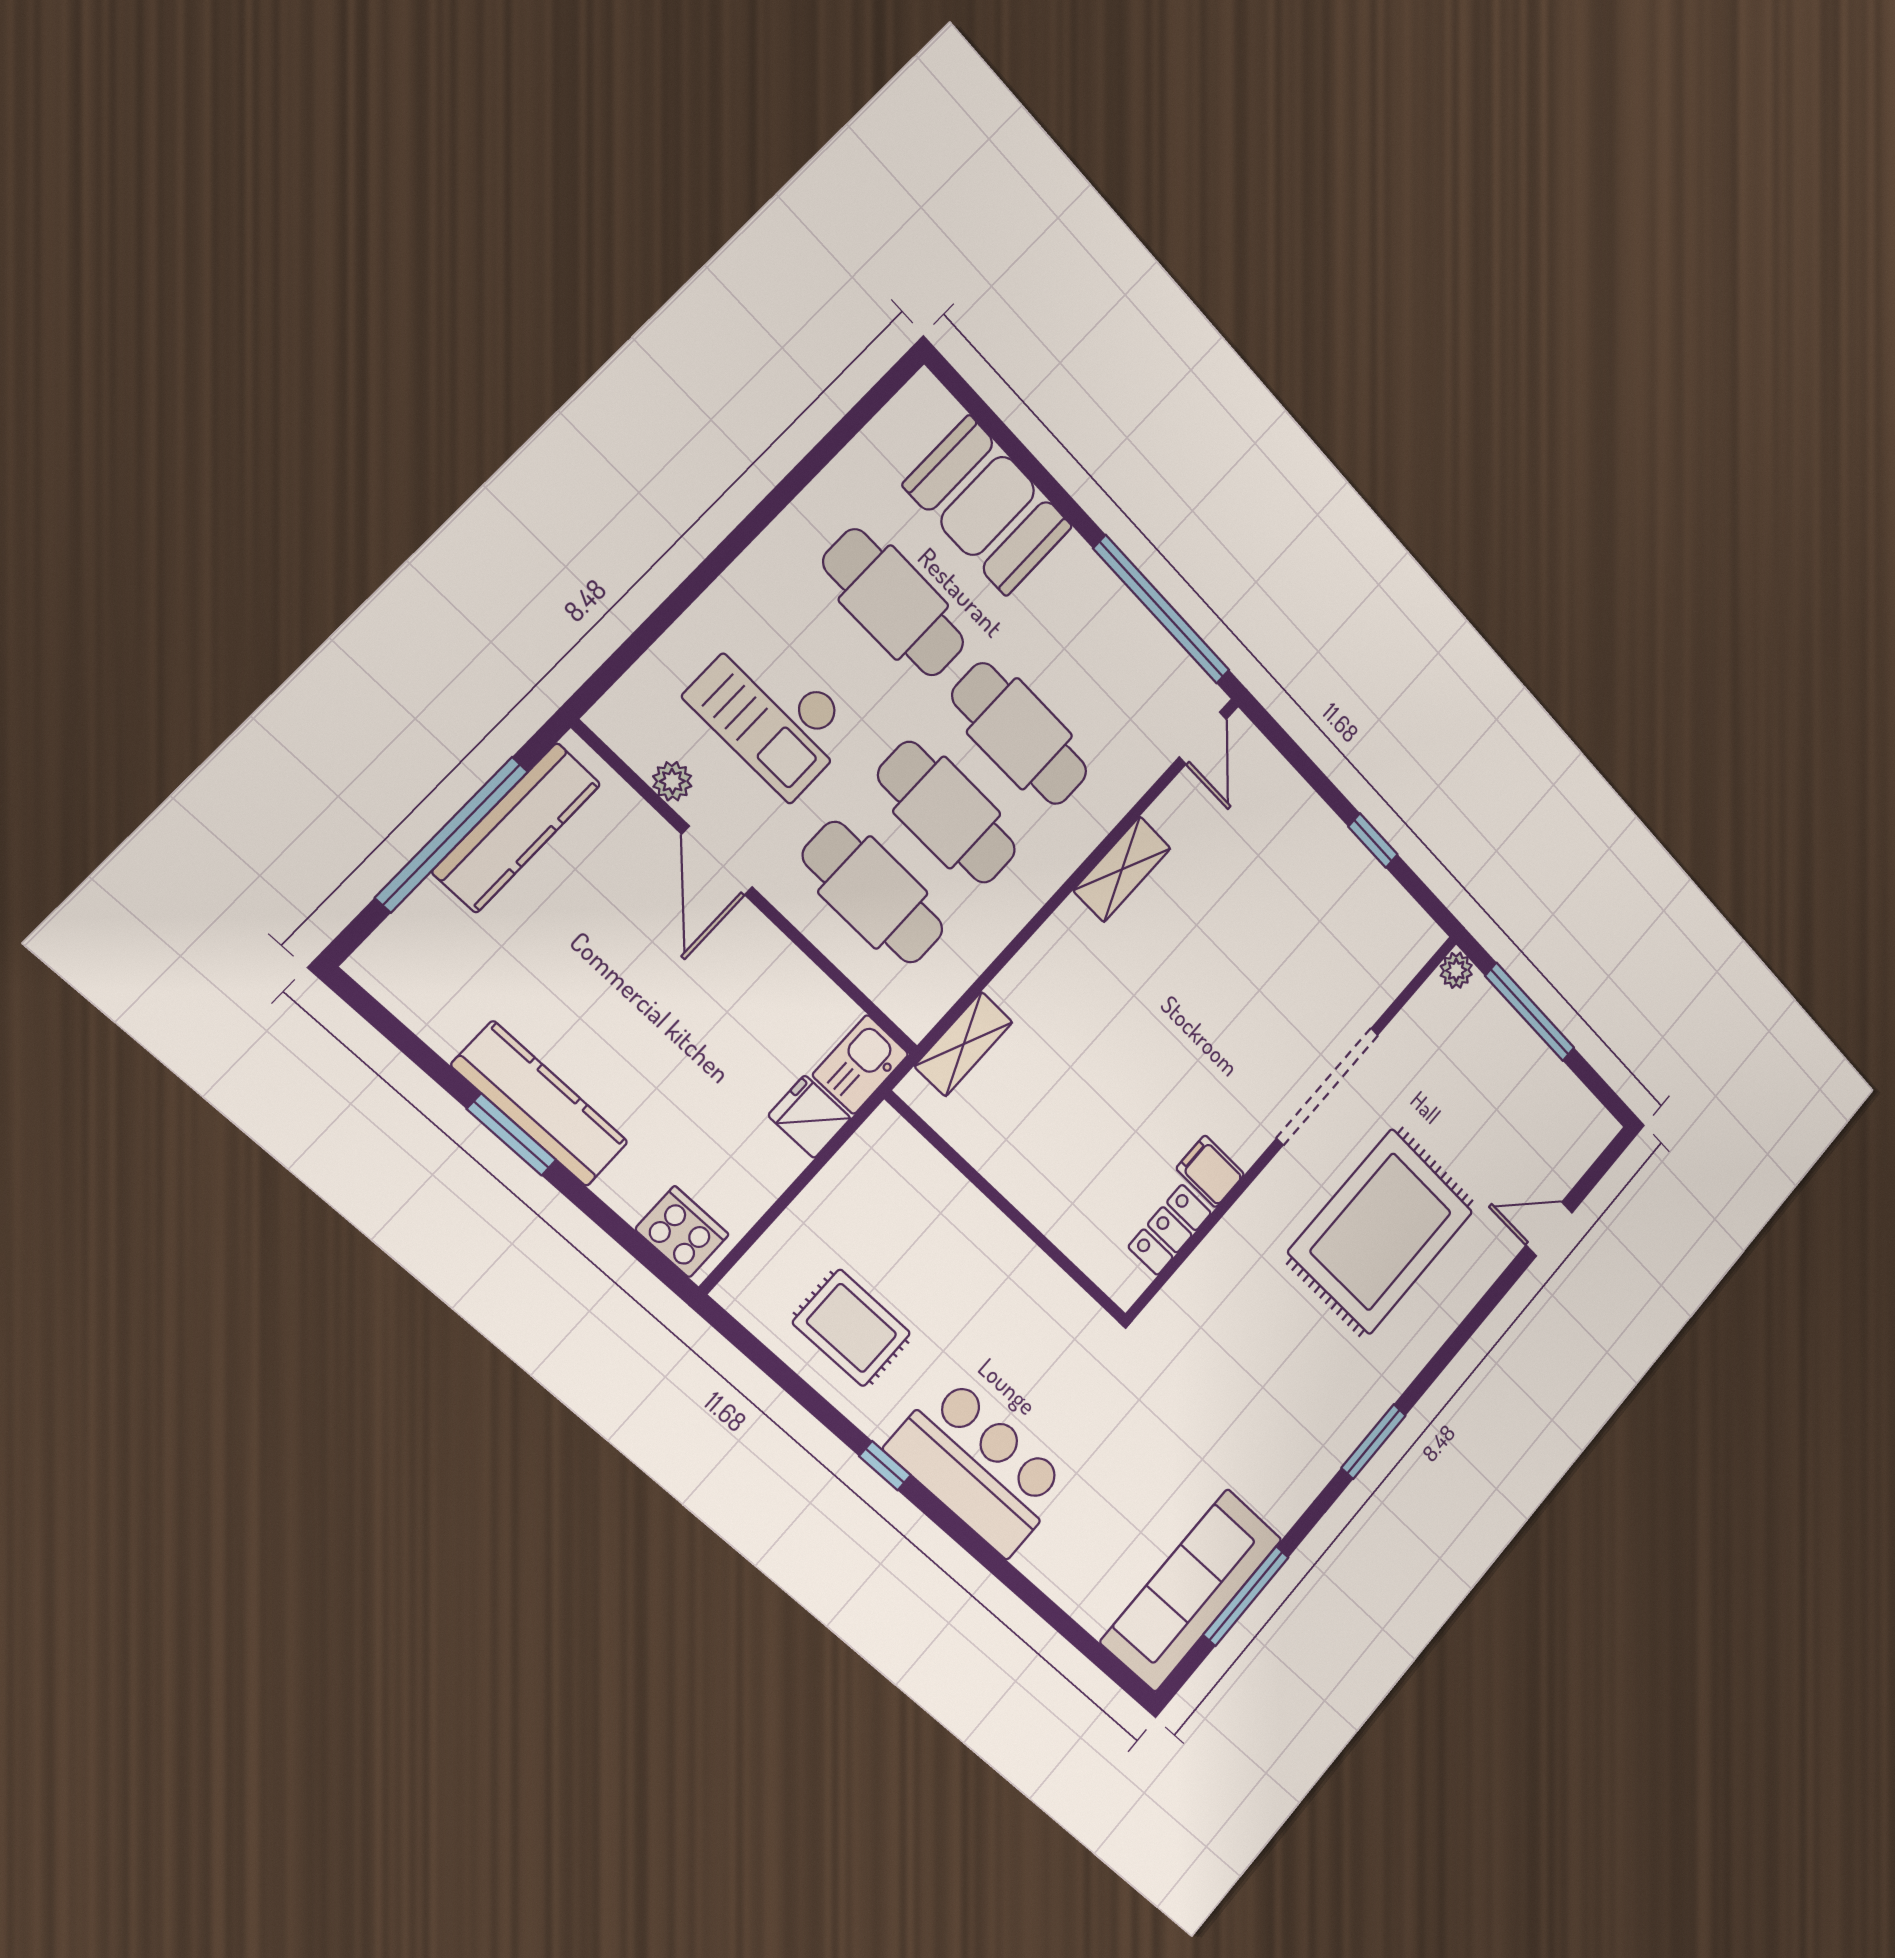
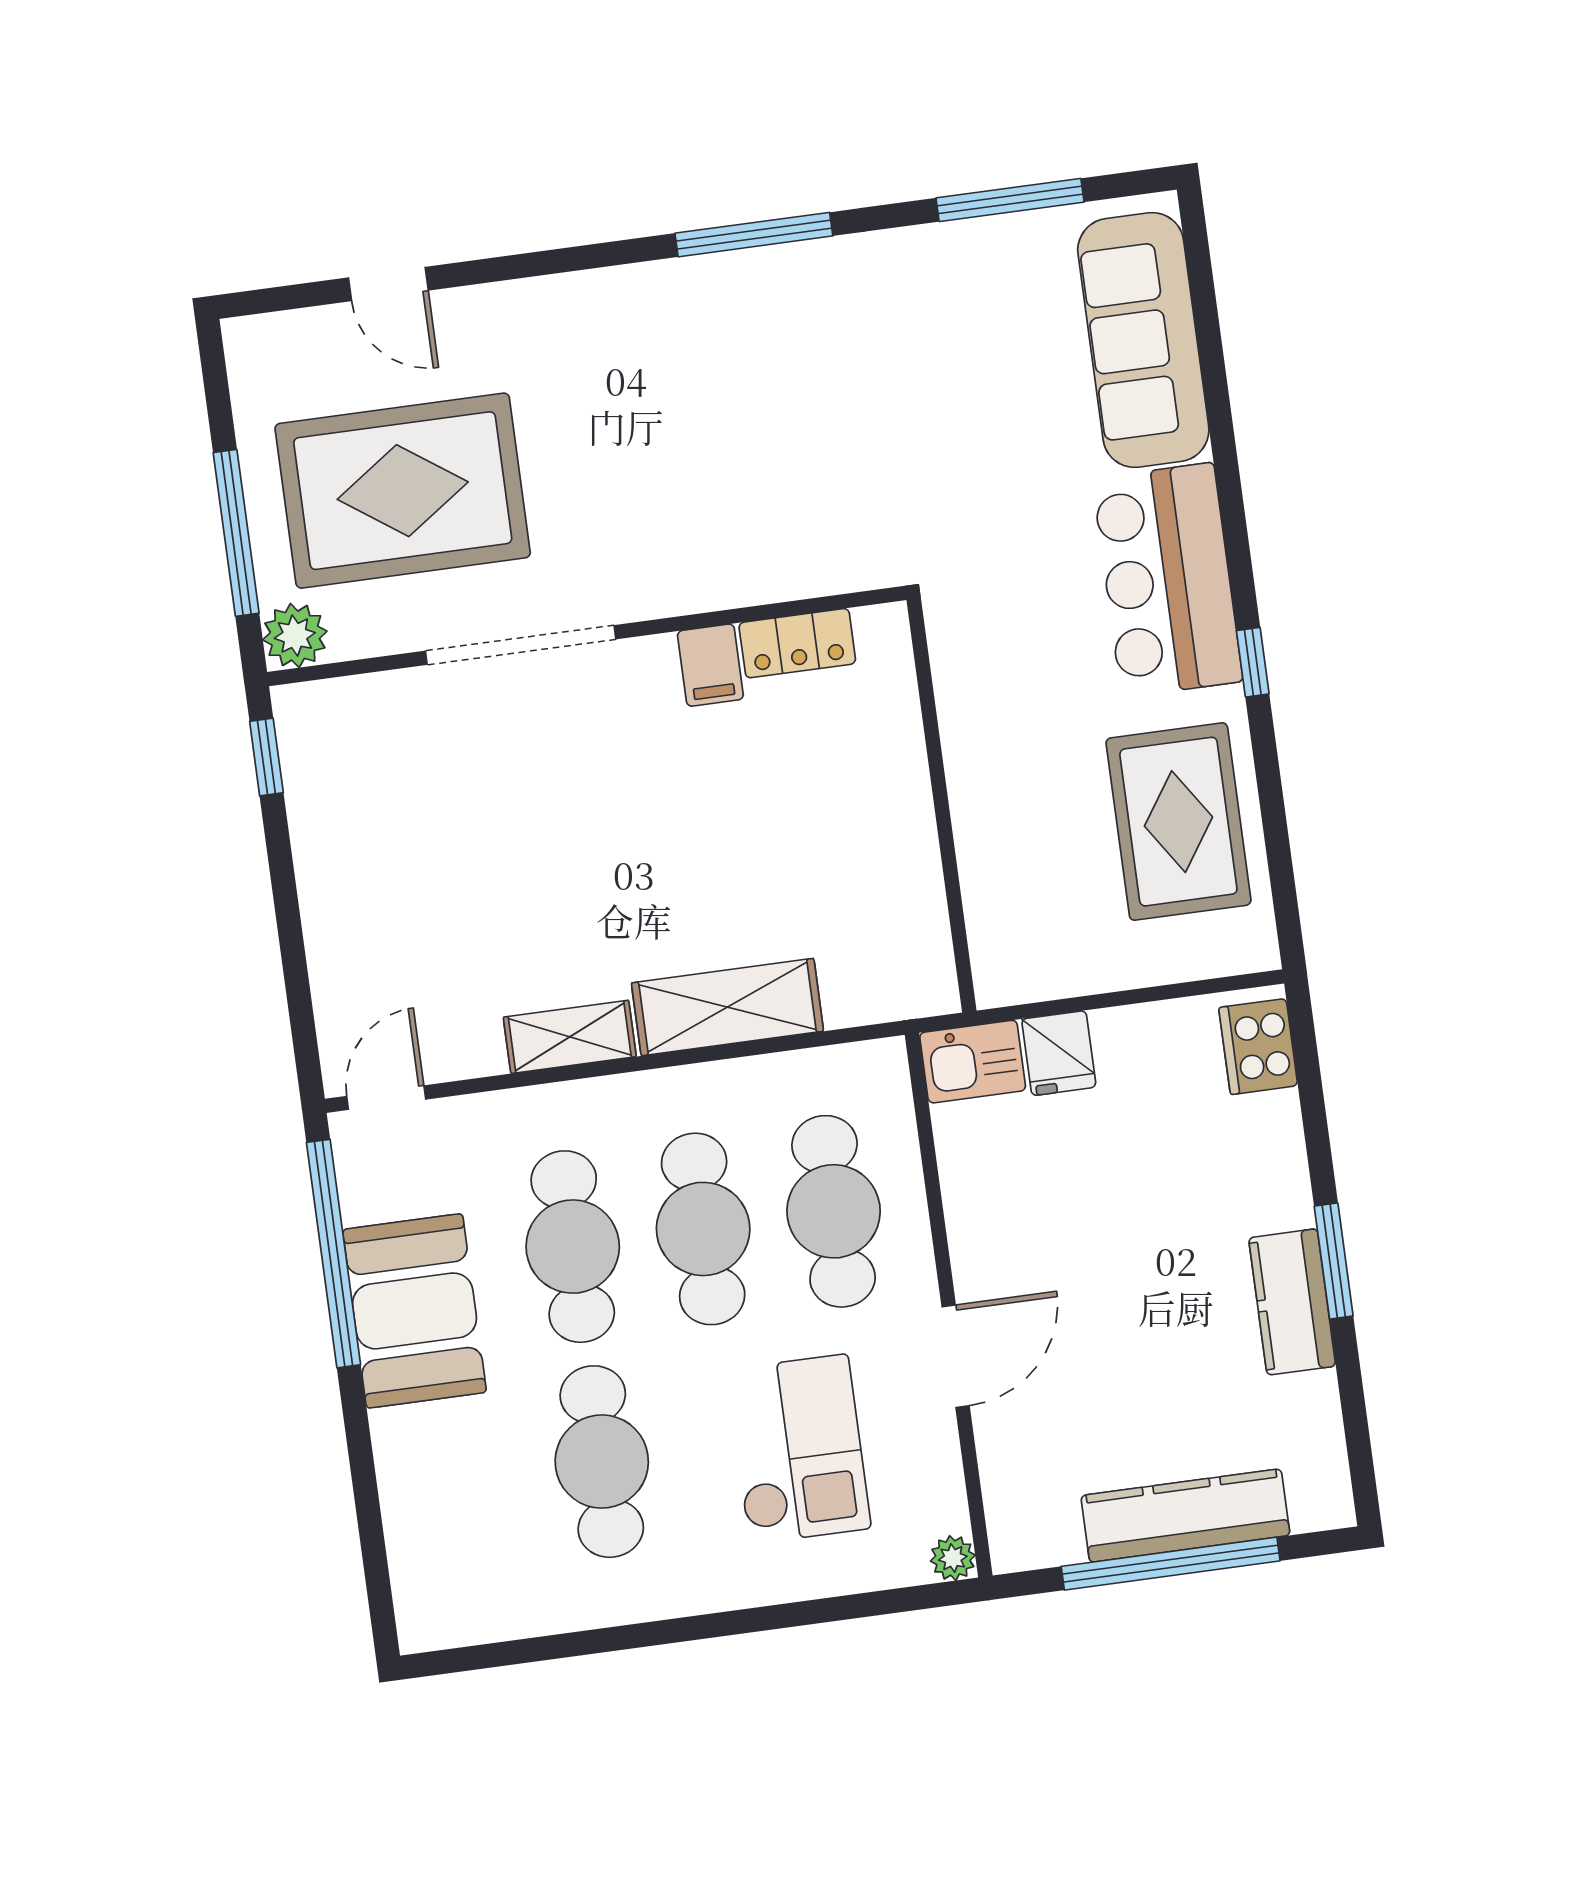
booth: (988, 506) -> (415, 1311), moved
plant: (672, 781) -> (953, 1558), moved
kitchen counter: (517, 828) -> (1185, 1515), moved
window: (1373, 841) -> (266, 757), moved
plant: (1456, 970) -> (295, 636), width x1.38, depth x1.38
shelving: (964, 1044) -> (727, 1007), moved, width x1.50, depth x1.33
kitchen counter: (540, 1104) -> (1292, 1302), width x0.67
rug: (1381, 1232) -> (403, 491), moved
rug: (852, 1328) -> (1178, 822), width x1.36, depth x1.43
window: (1373, 1442) -> (754, 235), width x1.44
sofa: (1191, 1590) -> (1143, 340), moved, turned 90

